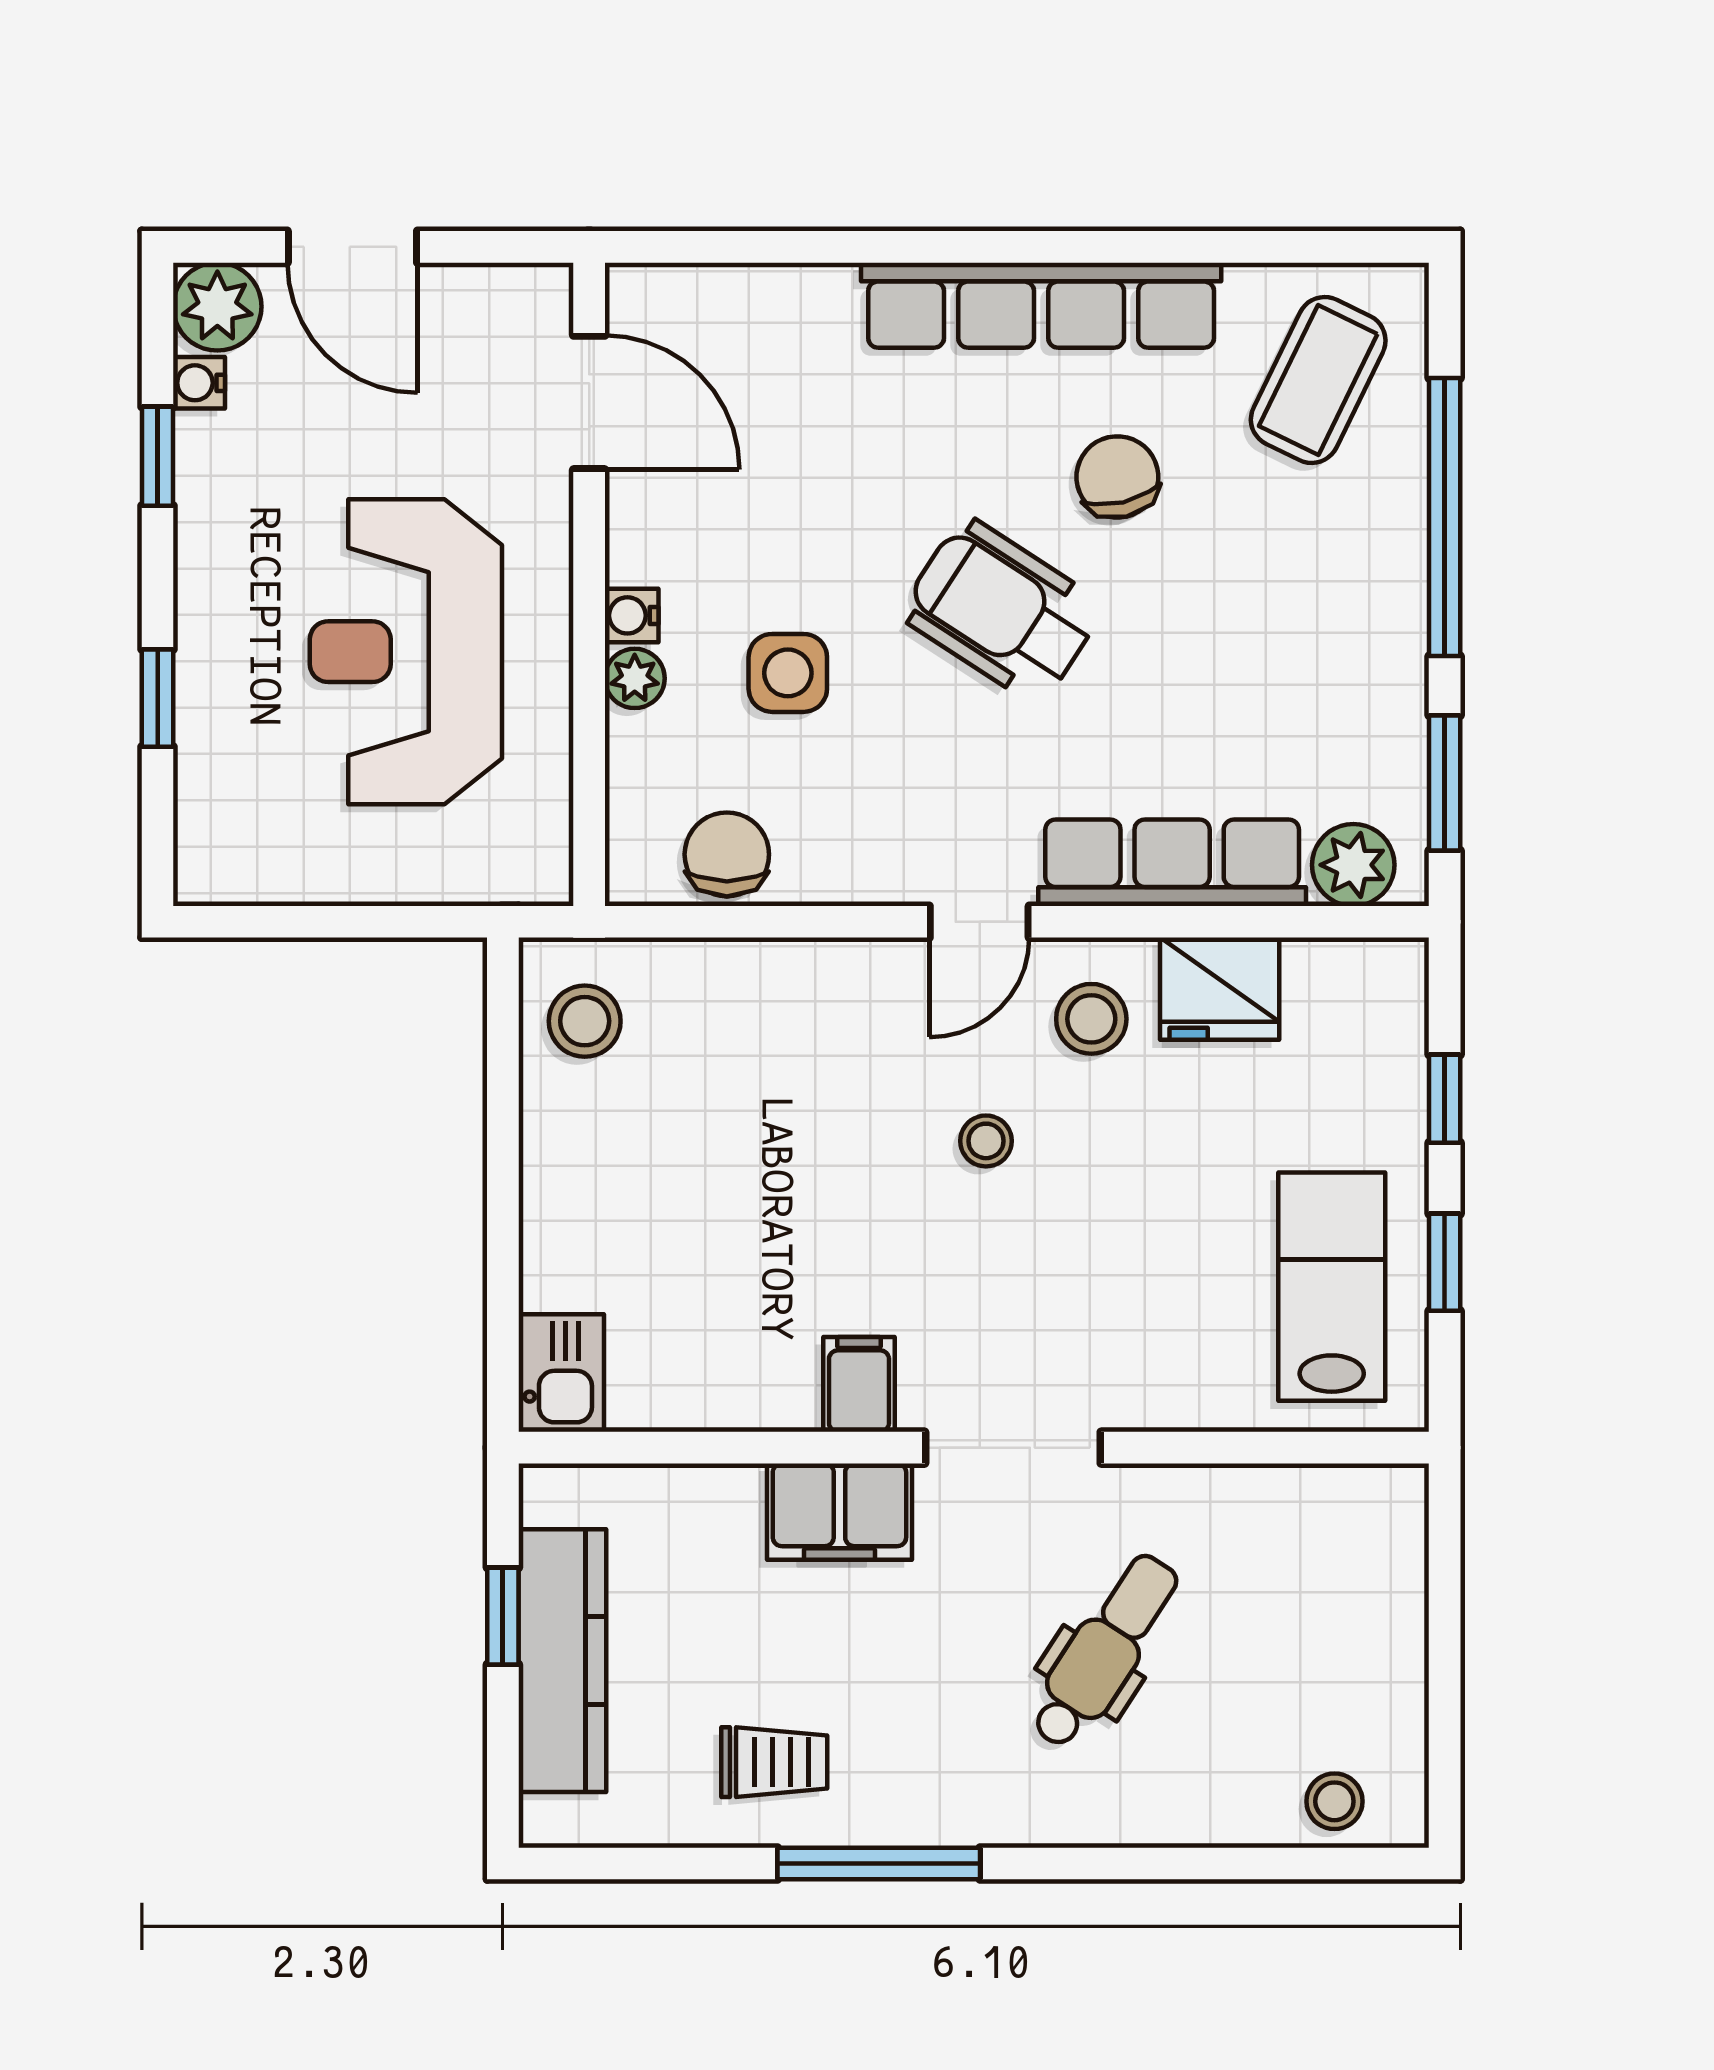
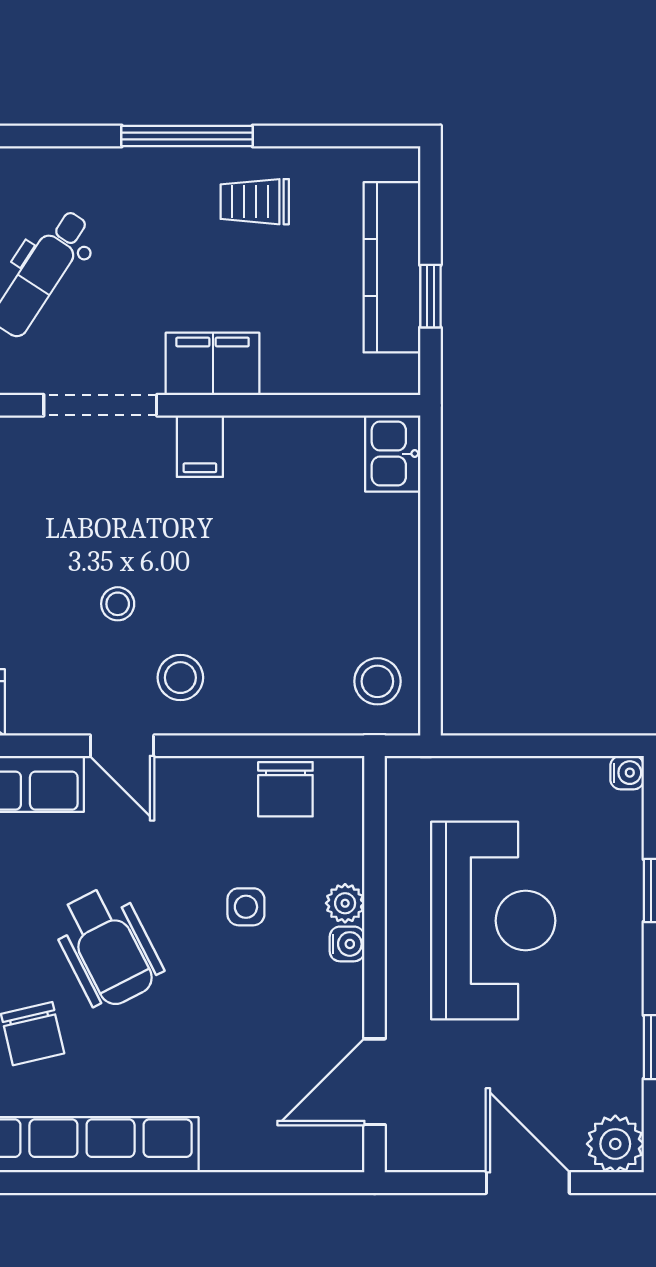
water cooler: (199, 383) -> (627, 773), moved
door: (589, 402) -> (375, 1082), hinge flipped
wheelchair: (1002, 610) -> (107, 947), turned 30
side table: (788, 673) -> (246, 907), width x0.73, depth x0.73
door: (979, 922) -> (122, 746), swing flipped
stool: (1091, 1019) -> (180, 678), moved

